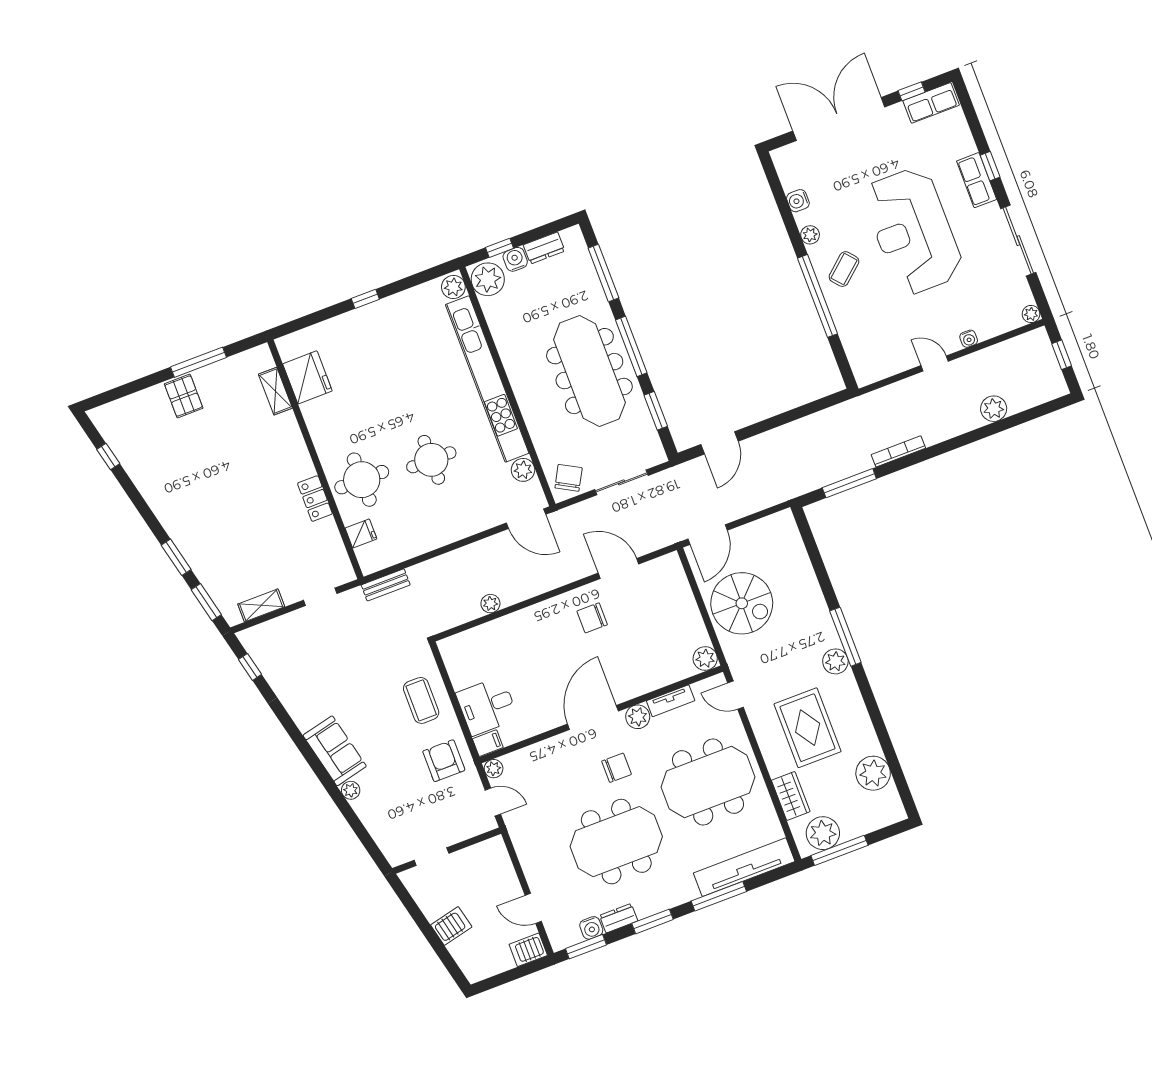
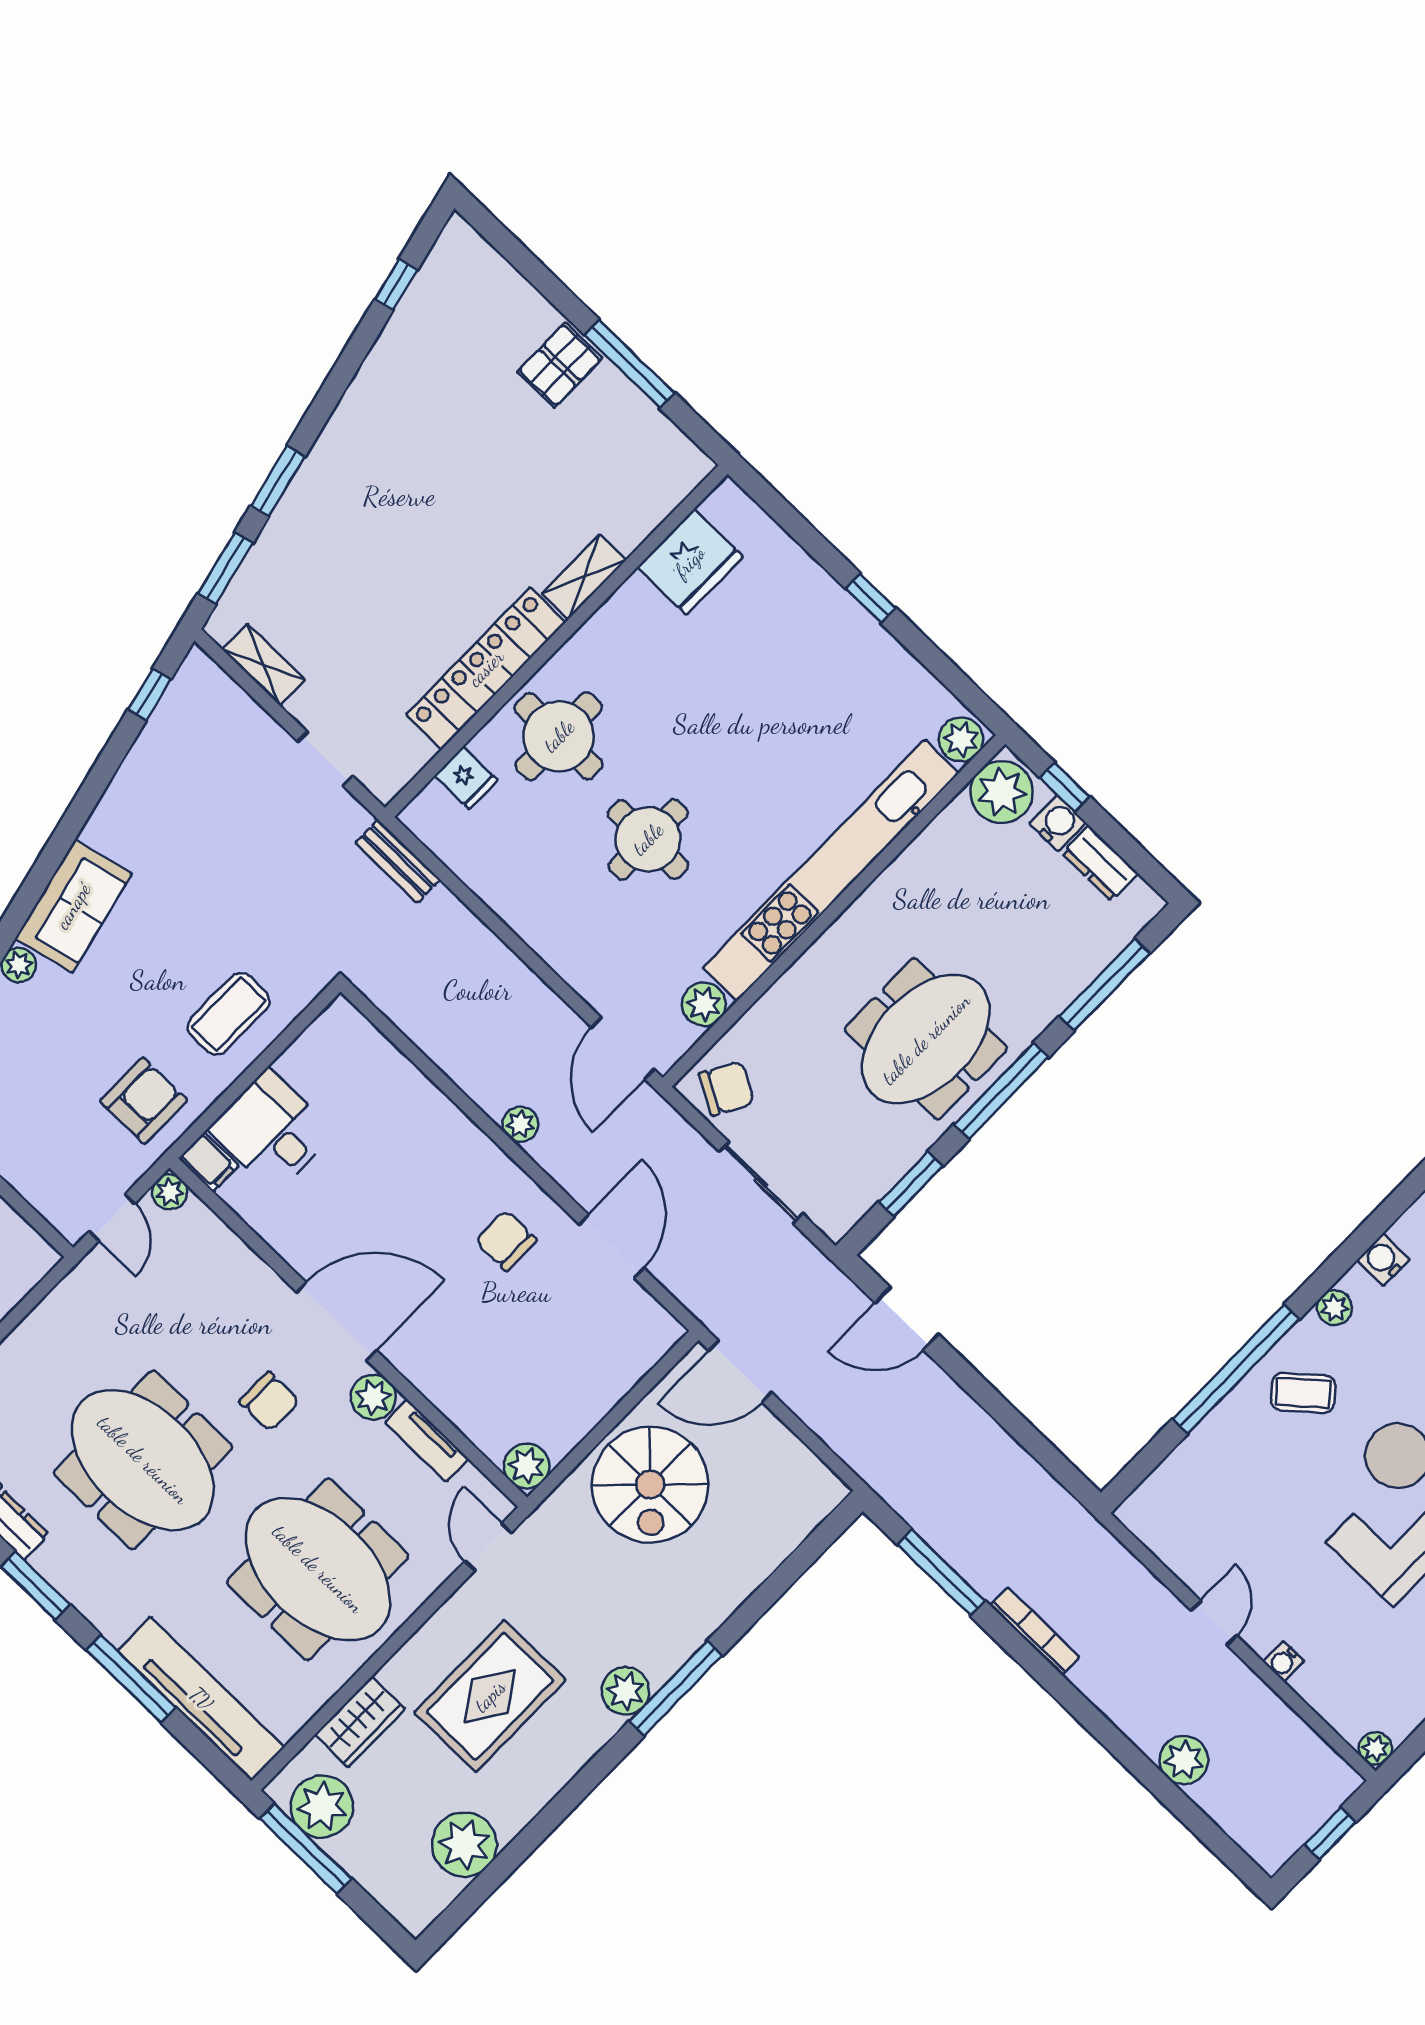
meeting table: (589, 371) -> (926, 1039), width x0.73
shelving: (275, 391) -> (584, 577), moved
locker: (315, 499) -> (486, 668), width x2.16, depth x1.21
plant: (490, 604) -> (520, 1124), moved

